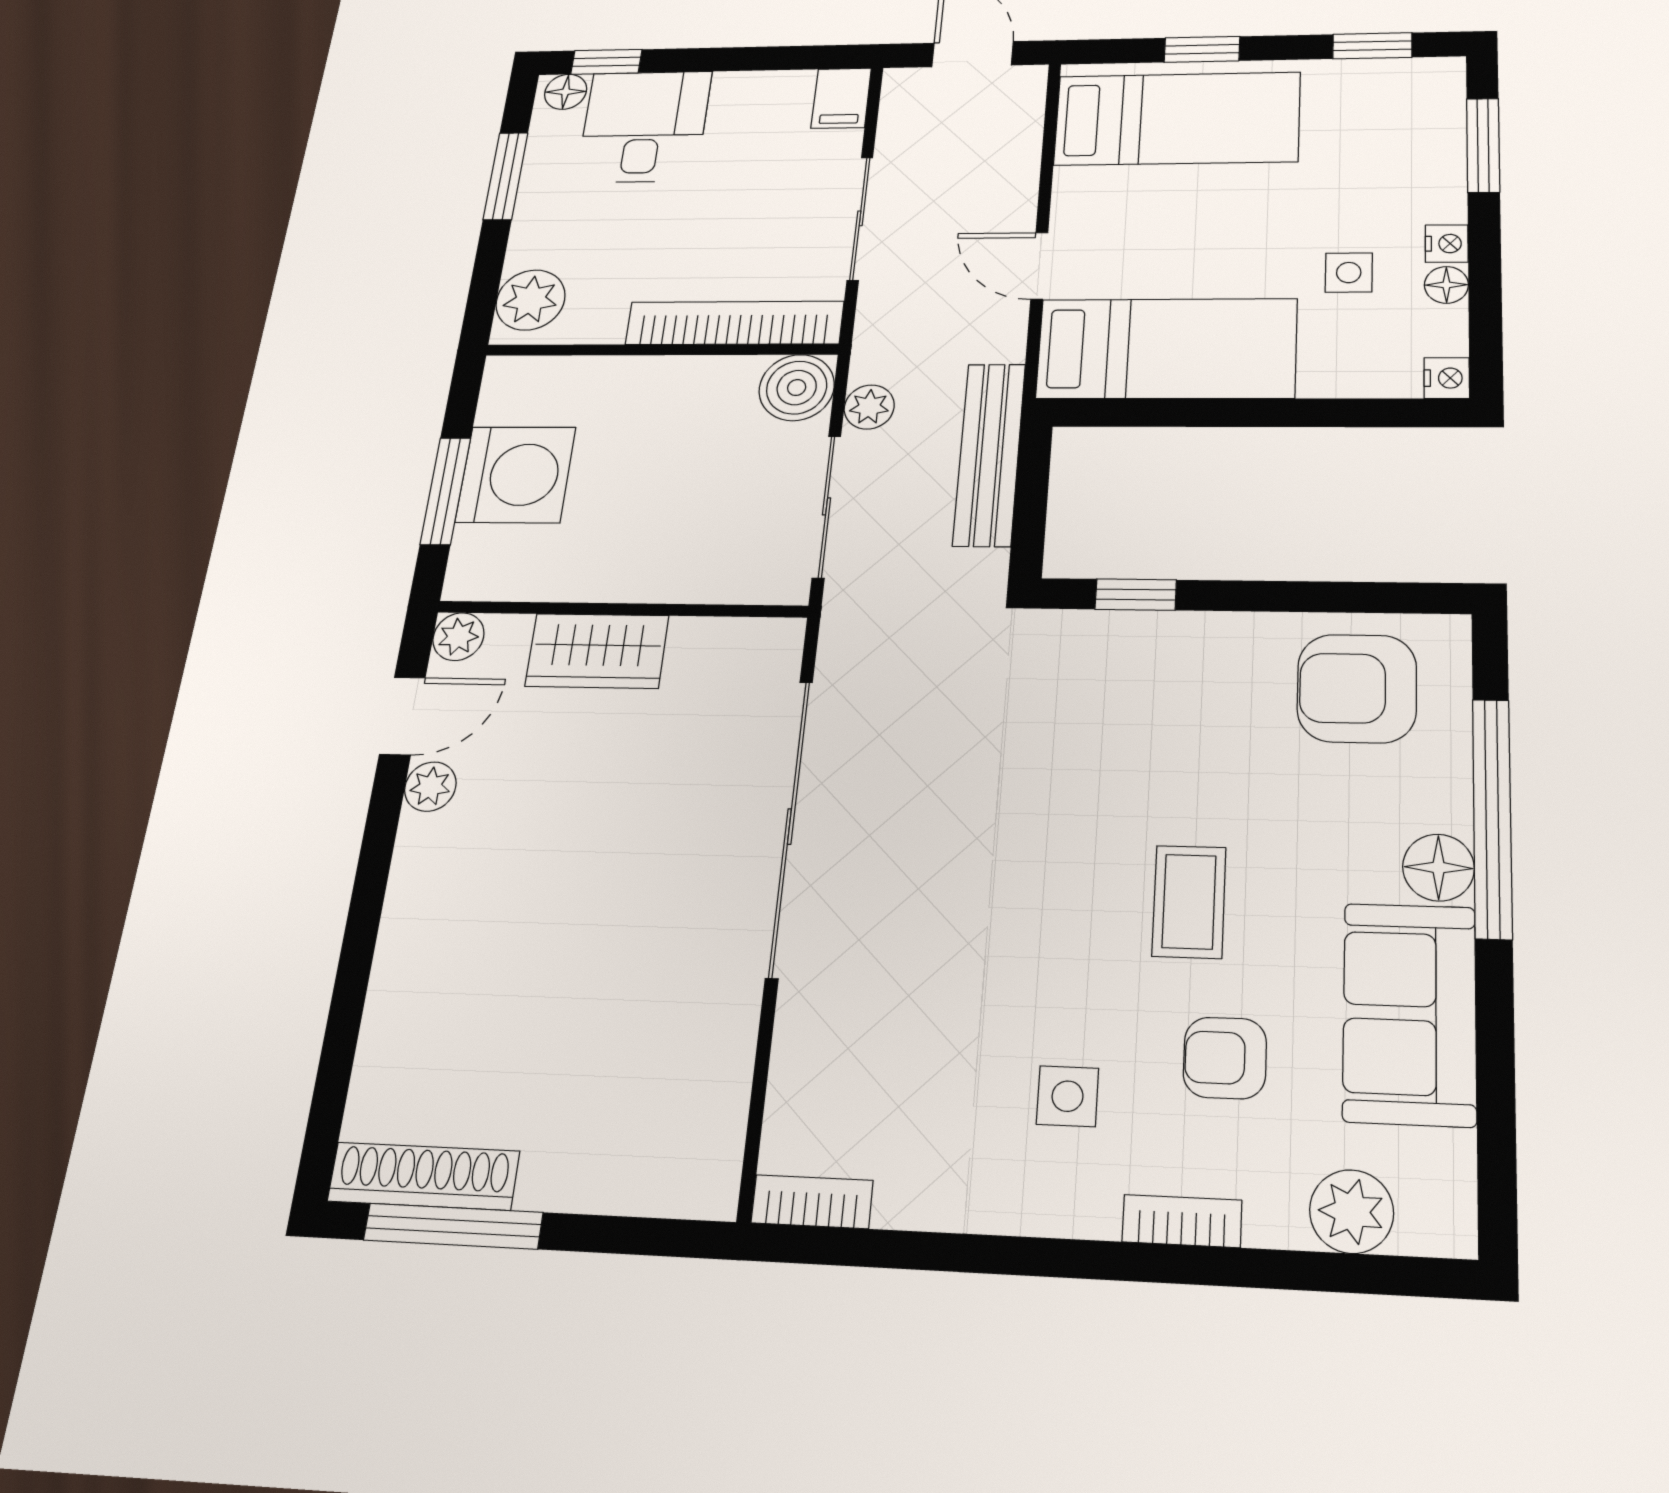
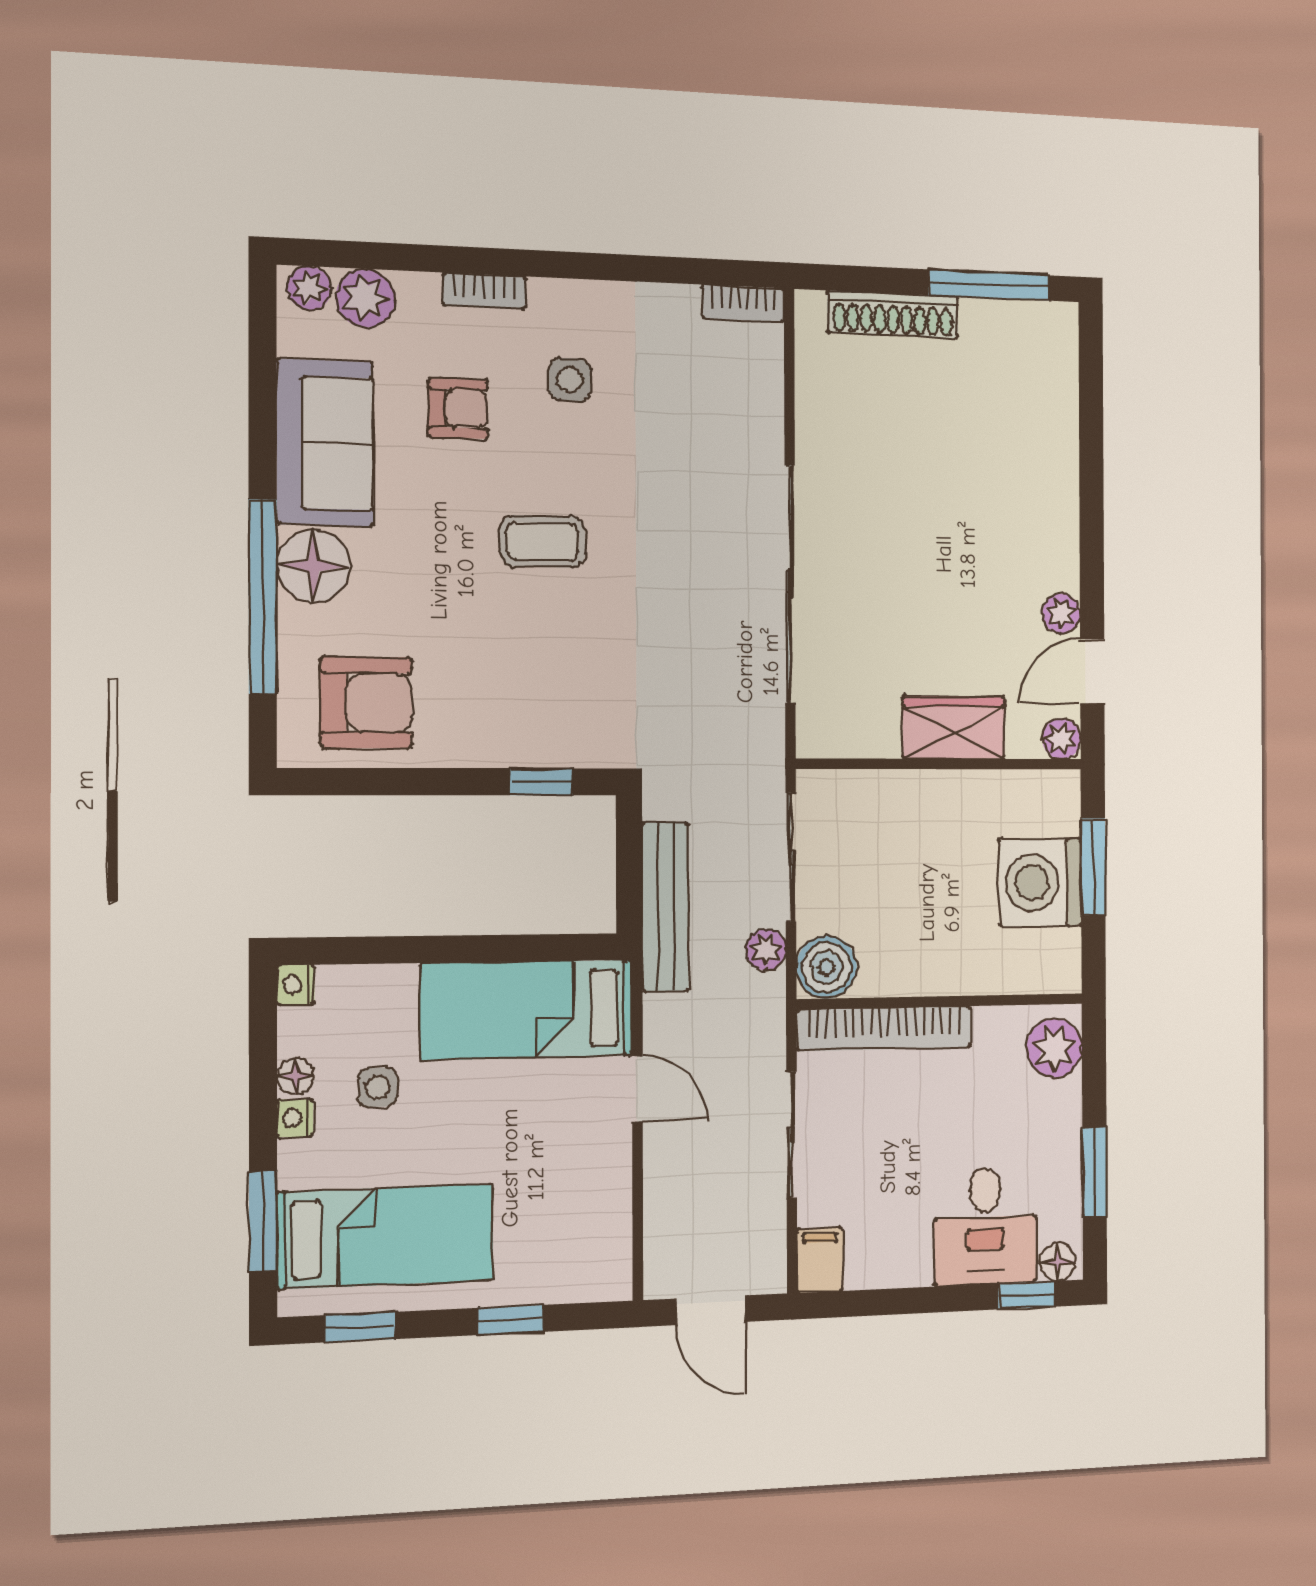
bed: (1177, 119) -> (386, 1236), moved, turned 180
floor lamp: (1438, 868) -> (314, 566), width x1.38, depth x1.38
coffee table: (1189, 902) -> (543, 541), moved, turned 90
shoe rack: (423, 1176) -> (893, 315), moved
plant: (1431, 1226) -> (309, 288), added

